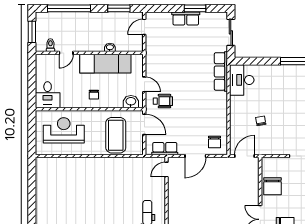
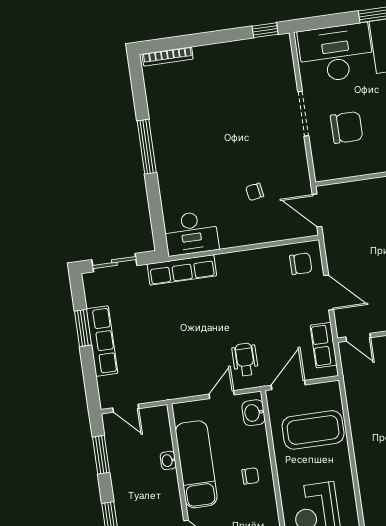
row of seats: (186, 19) -> (102, 341), width x1.48
chair: (272, 186) -> (347, 127), moved

